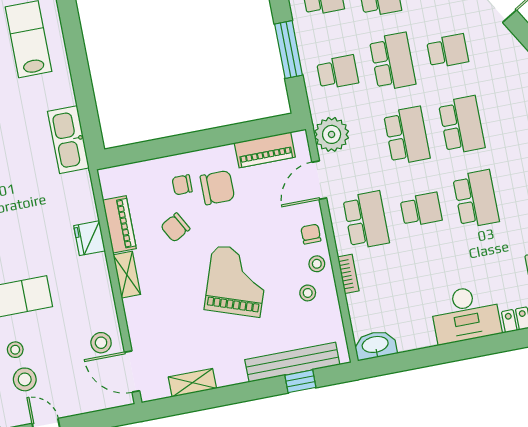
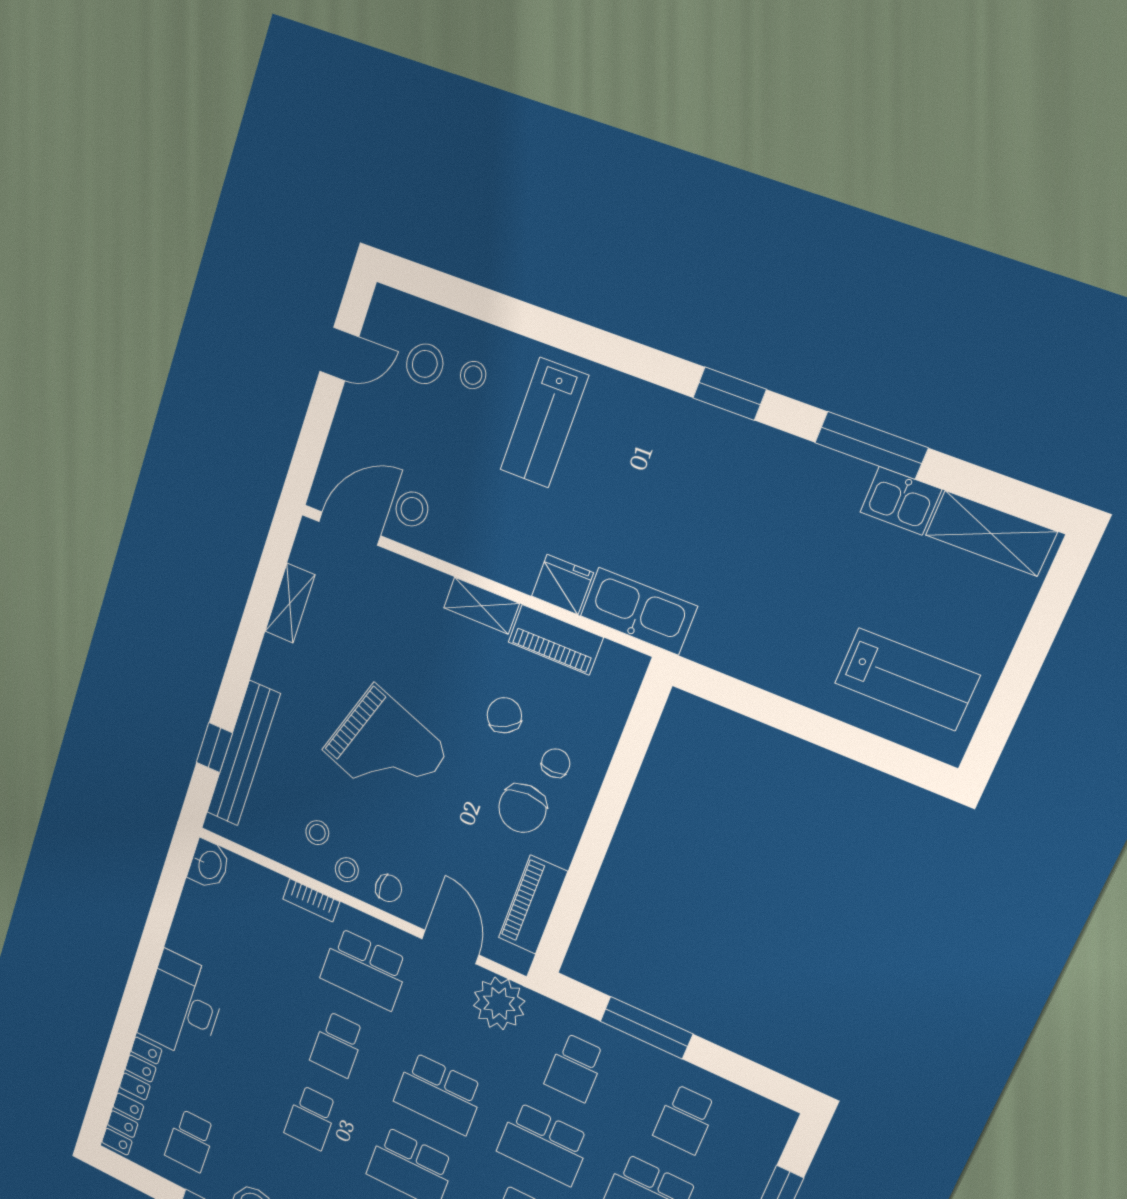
kitchen sink: (68, 140) -> (639, 611), moved
school desk: (476, 199) -> (311, 1118), width x0.54
washbasin: (375, 345) -> (209, 864), width x0.72

